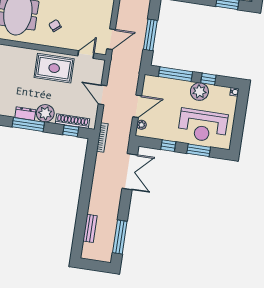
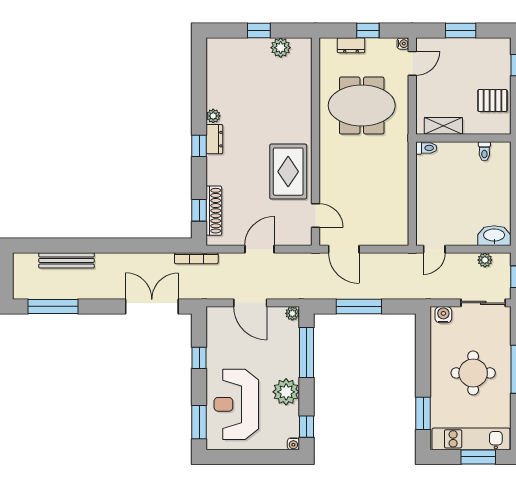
chair: (55, 26) -> (351, 163), removed
window: (208, 79) -> (307, 427), moved
plant: (45, 113) -> (213, 116), moved, width x0.53, depth x0.53
window: (28, 124) -> (199, 146), width x0.46
plant: (141, 125) -> (292, 313), moved
window: (199, 150) -> (199, 422), moved
double door: (130, 172) -> (152, 306), swing flipped
bench: (90, 228) -> (66, 260), width x1.36

